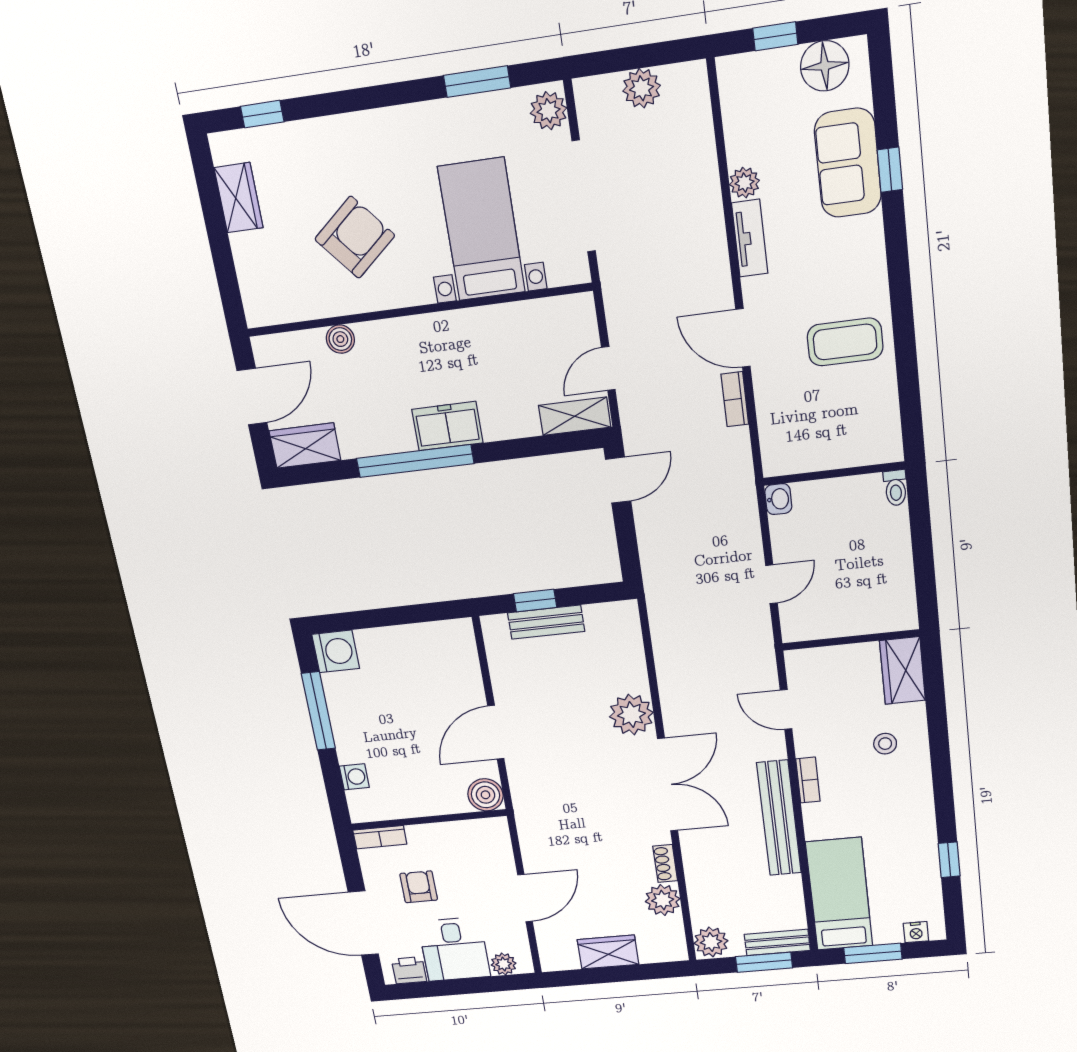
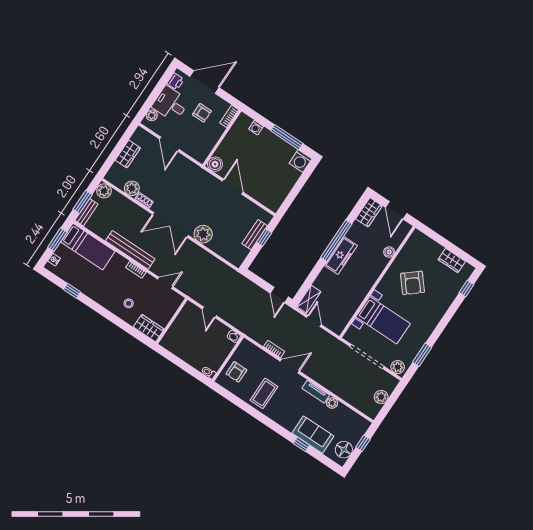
freezer: (447, 426) -> (341, 255), width x1.40
armchair: (847, 434) -> (236, 372), added

